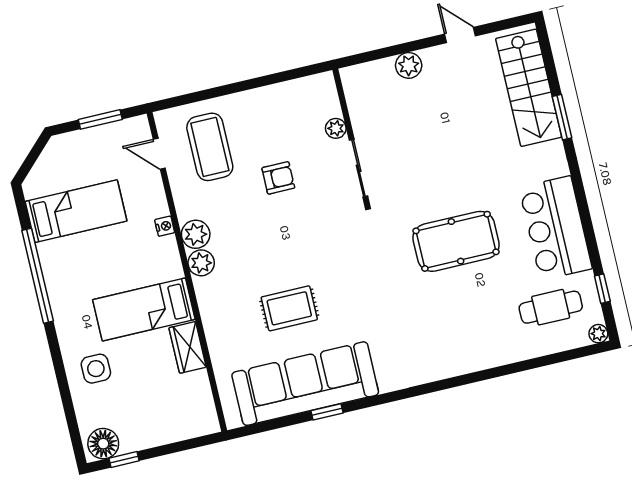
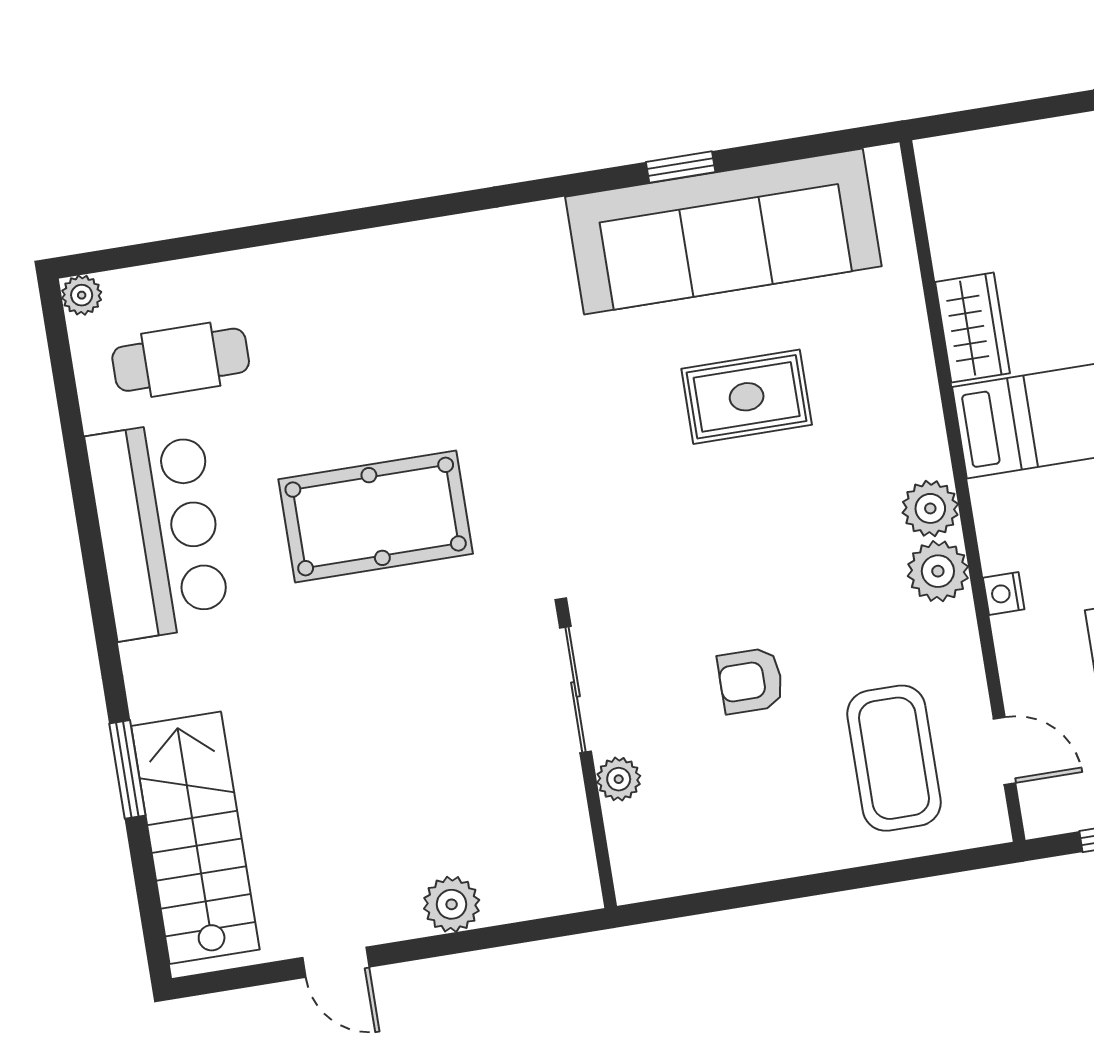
window: (602, 289) -> (66, 392), removed

